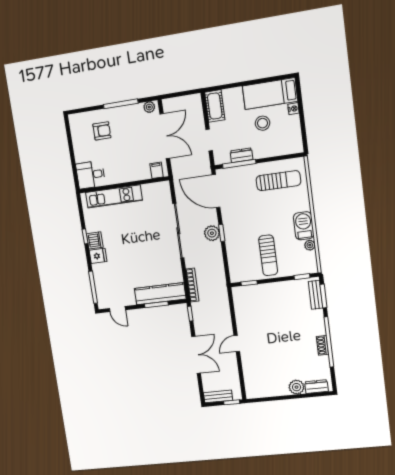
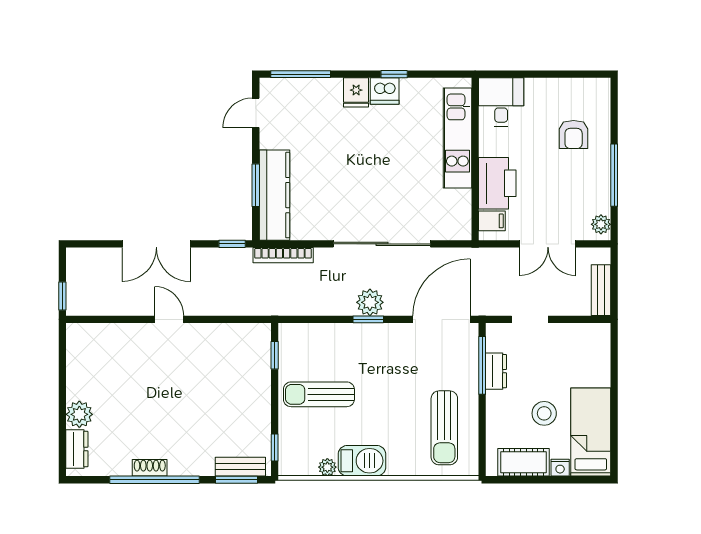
cot: (215, 106) -> (524, 462), moved
double door: (165, 136) -> (548, 244), width x0.73
printer: (135, 170) -> (497, 183), added
bench: (218, 396) -> (601, 290), moved

